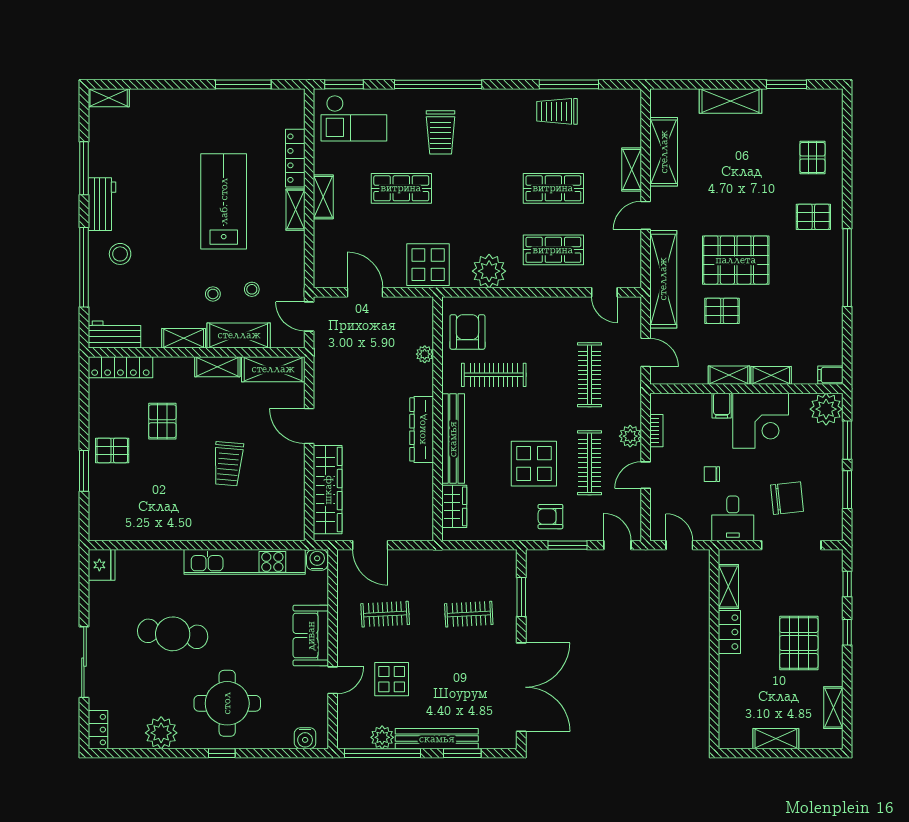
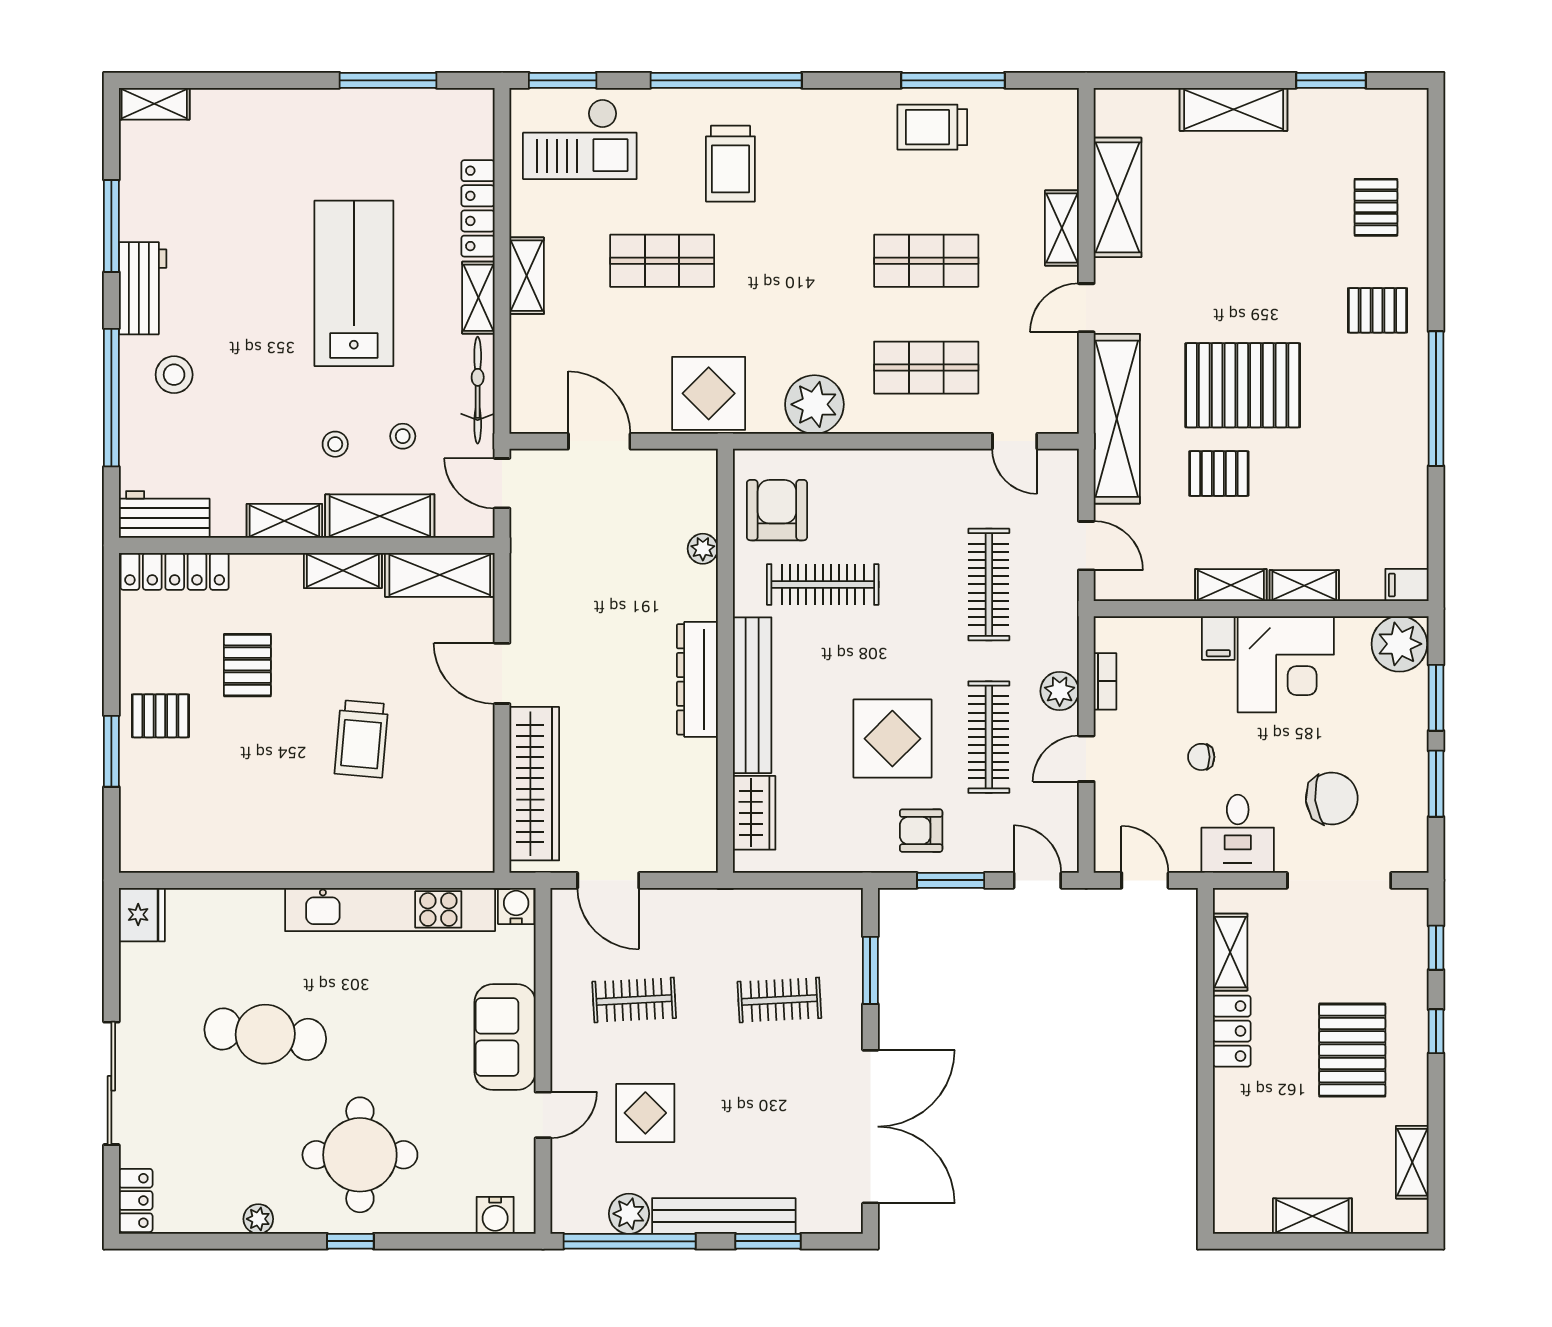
bicycle: (295, 263) -> (478, 390), added
plant: (161, 733) -> (258, 1219), width x0.53, depth x0.53

